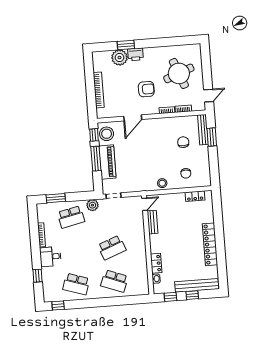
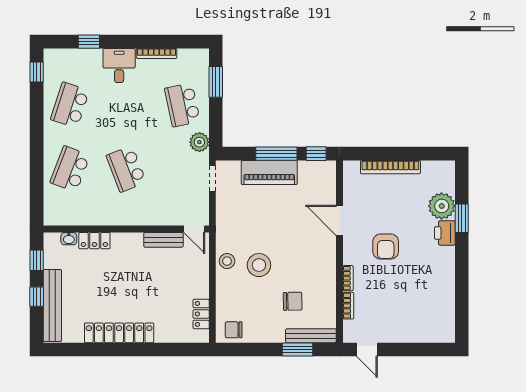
round table: (179, 73) -> (408, 303), removed
stool: (107, 134) -> (259, 265), moved
chair: (186, 173) -> (234, 330), moved

